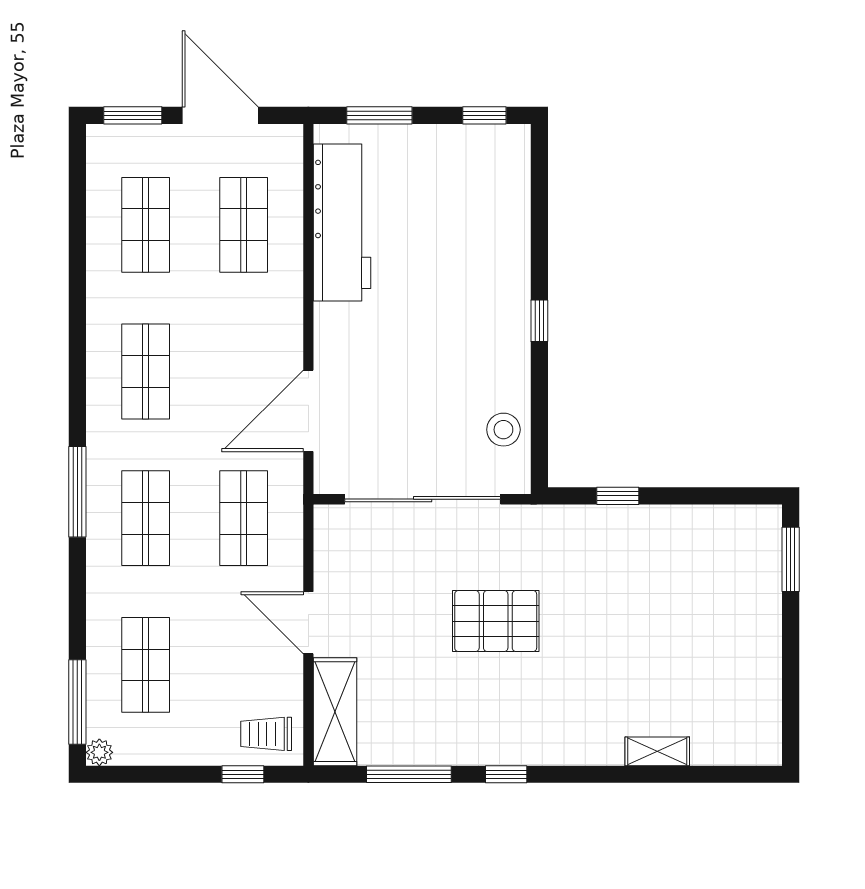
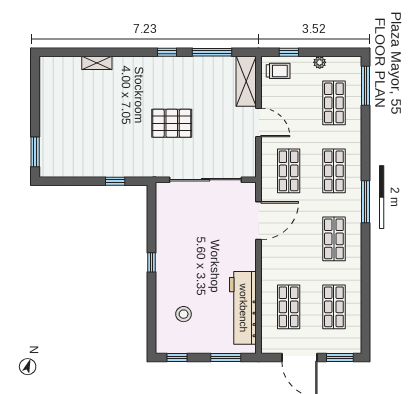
stool: (503, 430) -> (184, 314), moved
window: (77, 492) -> (366, 202), moved
plant: (99, 752) -> (320, 62), moved

